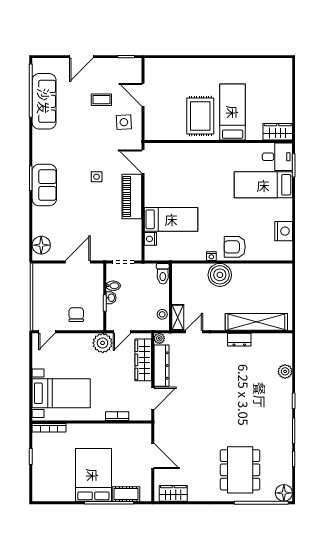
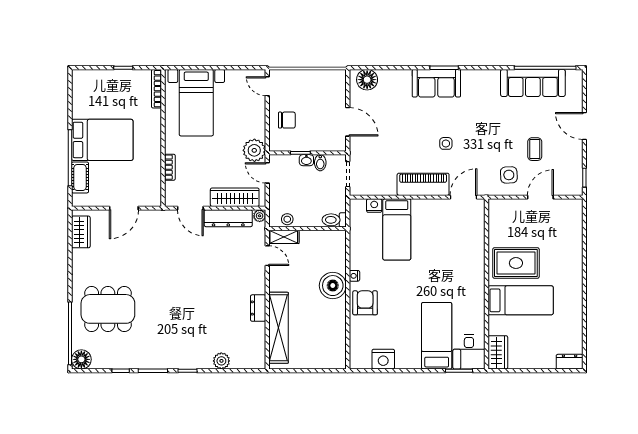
dresser: (286, 69) -> (570, 362), added

